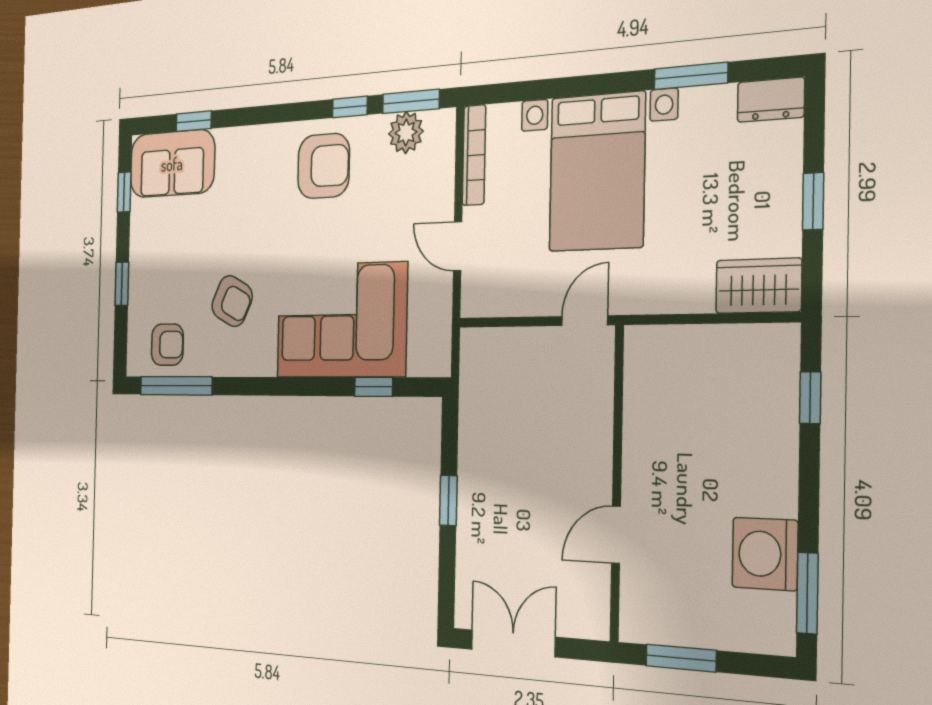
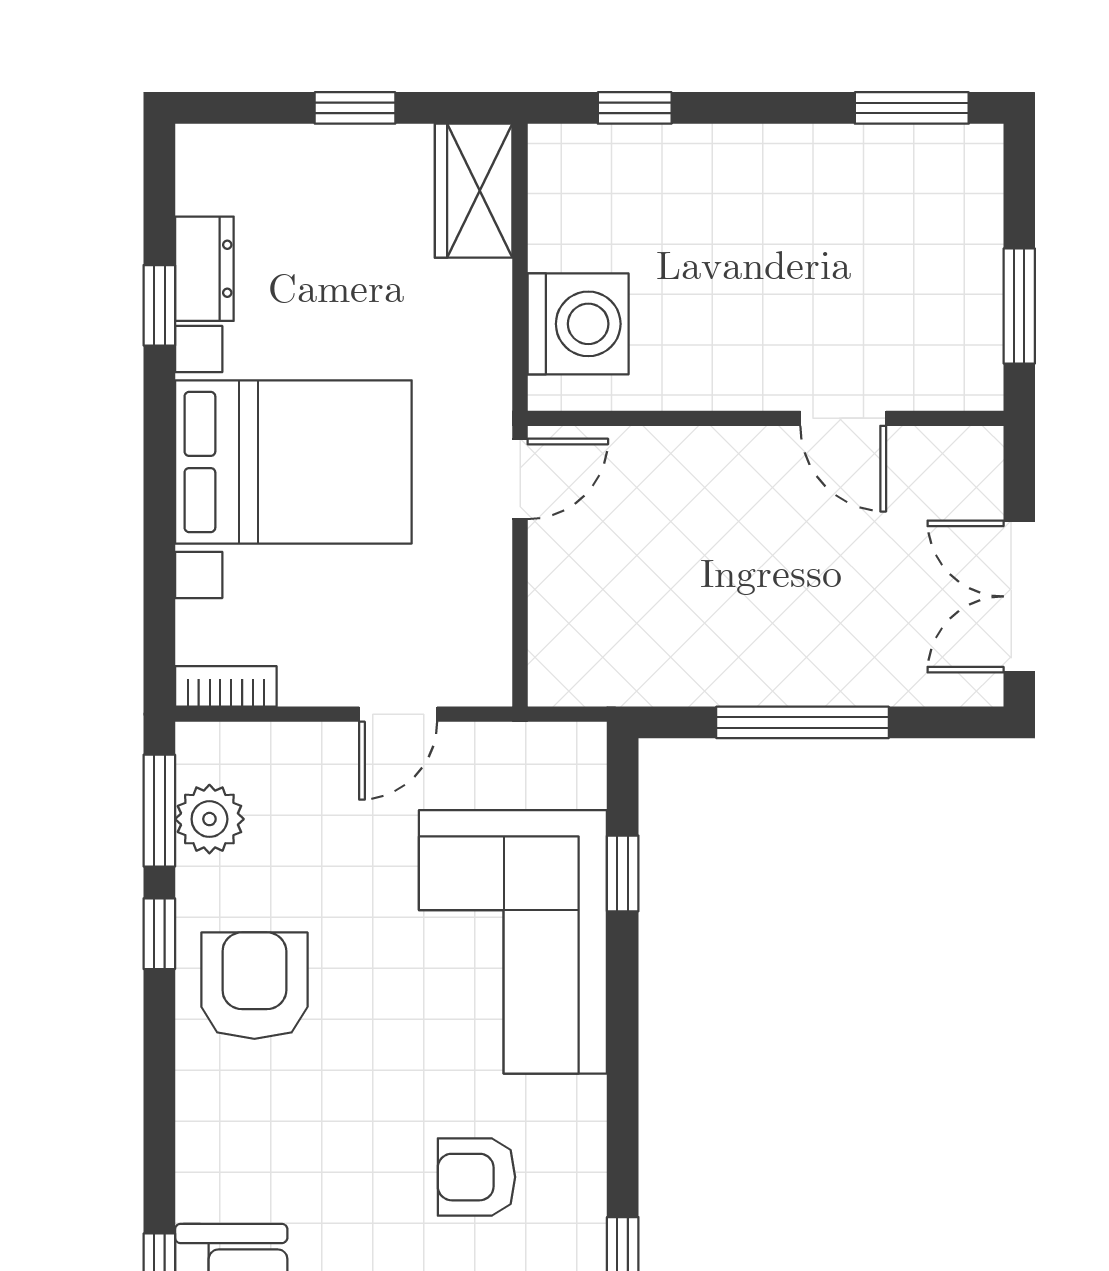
window: (691, 76) -> (159, 305), width x0.67
dresser: (771, 100) -> (204, 269), moved
bookcase: (474, 155) -> (226, 686), width x0.64
armchair: (232, 301) -> (476, 1177), turned -117
door: (585, 321) -> (520, 479), swing flipped
window: (448, 500) -> (802, 722), width x2.17
washing machine: (765, 554) -> (578, 324), moved, turned -90

